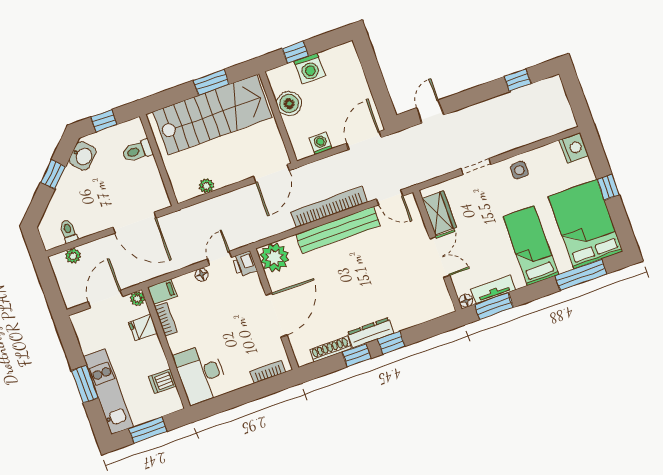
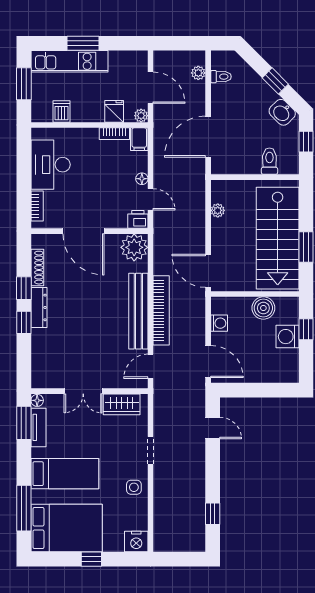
desk: (201, 374) -> (51, 165), moved, turned -90

